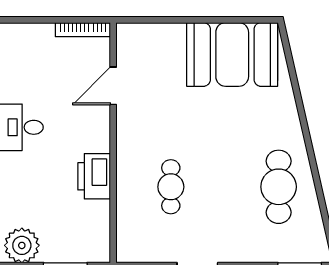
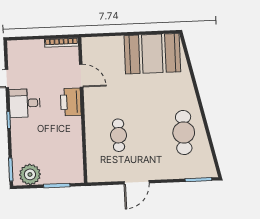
door: (113, 86) -> (81, 76), swing flipped
printer: (94, 176) -> (71, 102), moved

